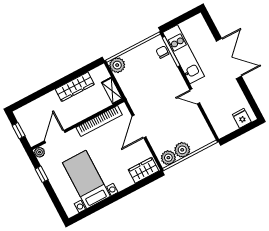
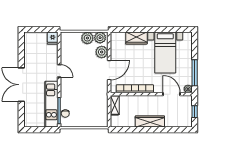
plant: (117, 65) -> (102, 52), moved
wardrobe: (75, 87) -> (150, 122), moved
fridge: (242, 118) -> (53, 38), moved
door: (55, 137) -> (172, 94), swing flipped
wardrobe: (144, 170) -> (136, 38), moved
window: (42, 174) -> (195, 73), width x2.17

